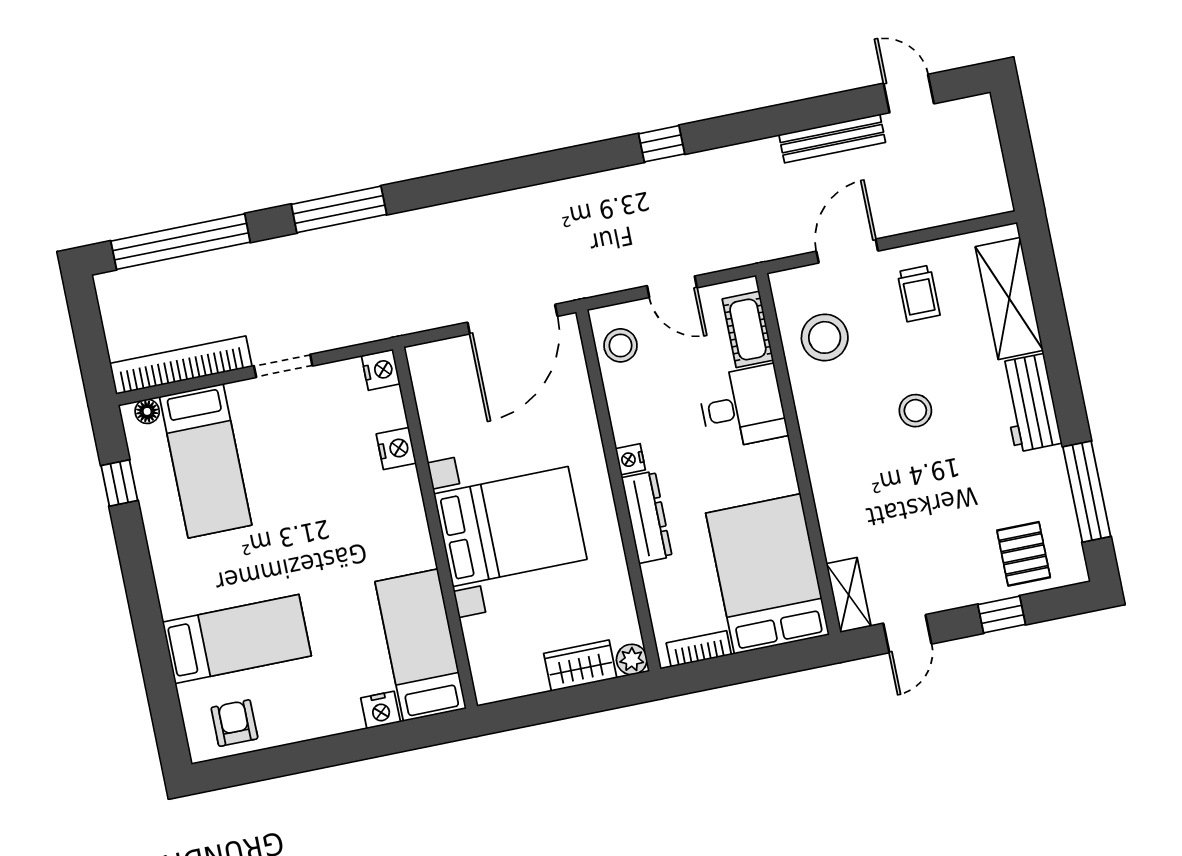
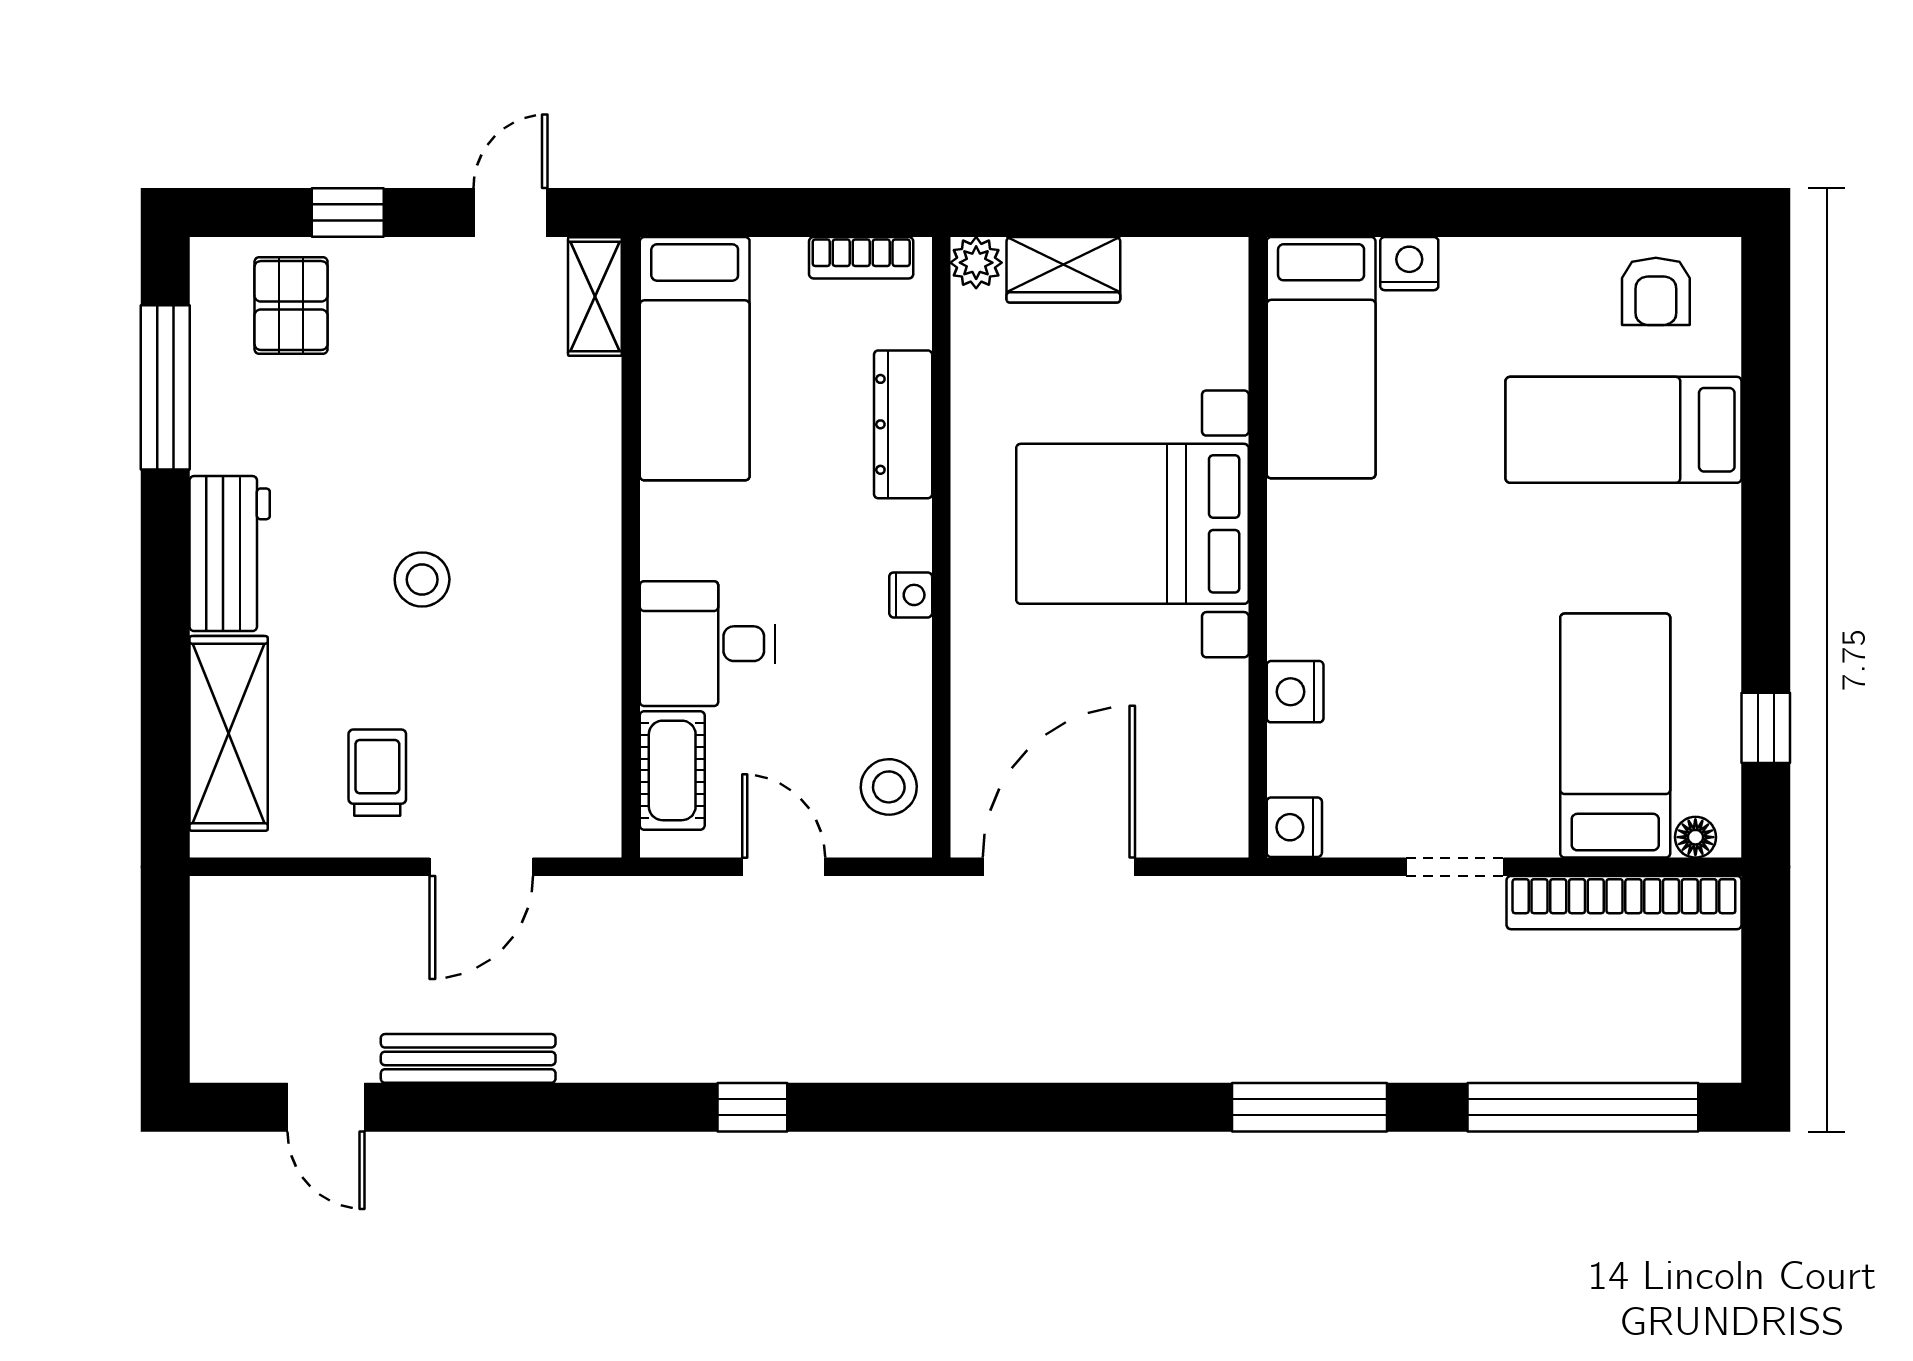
stool: (825, 337) -> (548, 731), removed
dresser: (647, 517) -> (903, 424), moved
bed: (768, 574) -> (695, 359), width x0.67

